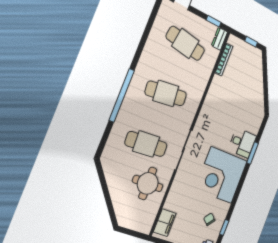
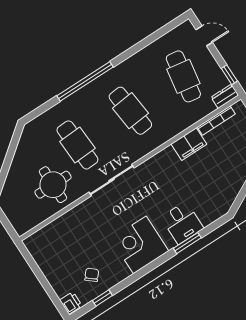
corner desk: (221, 175) -> (140, 245), width x0.74, depth x0.74
filing cabinet: (165, 223) -> (189, 144), moved

